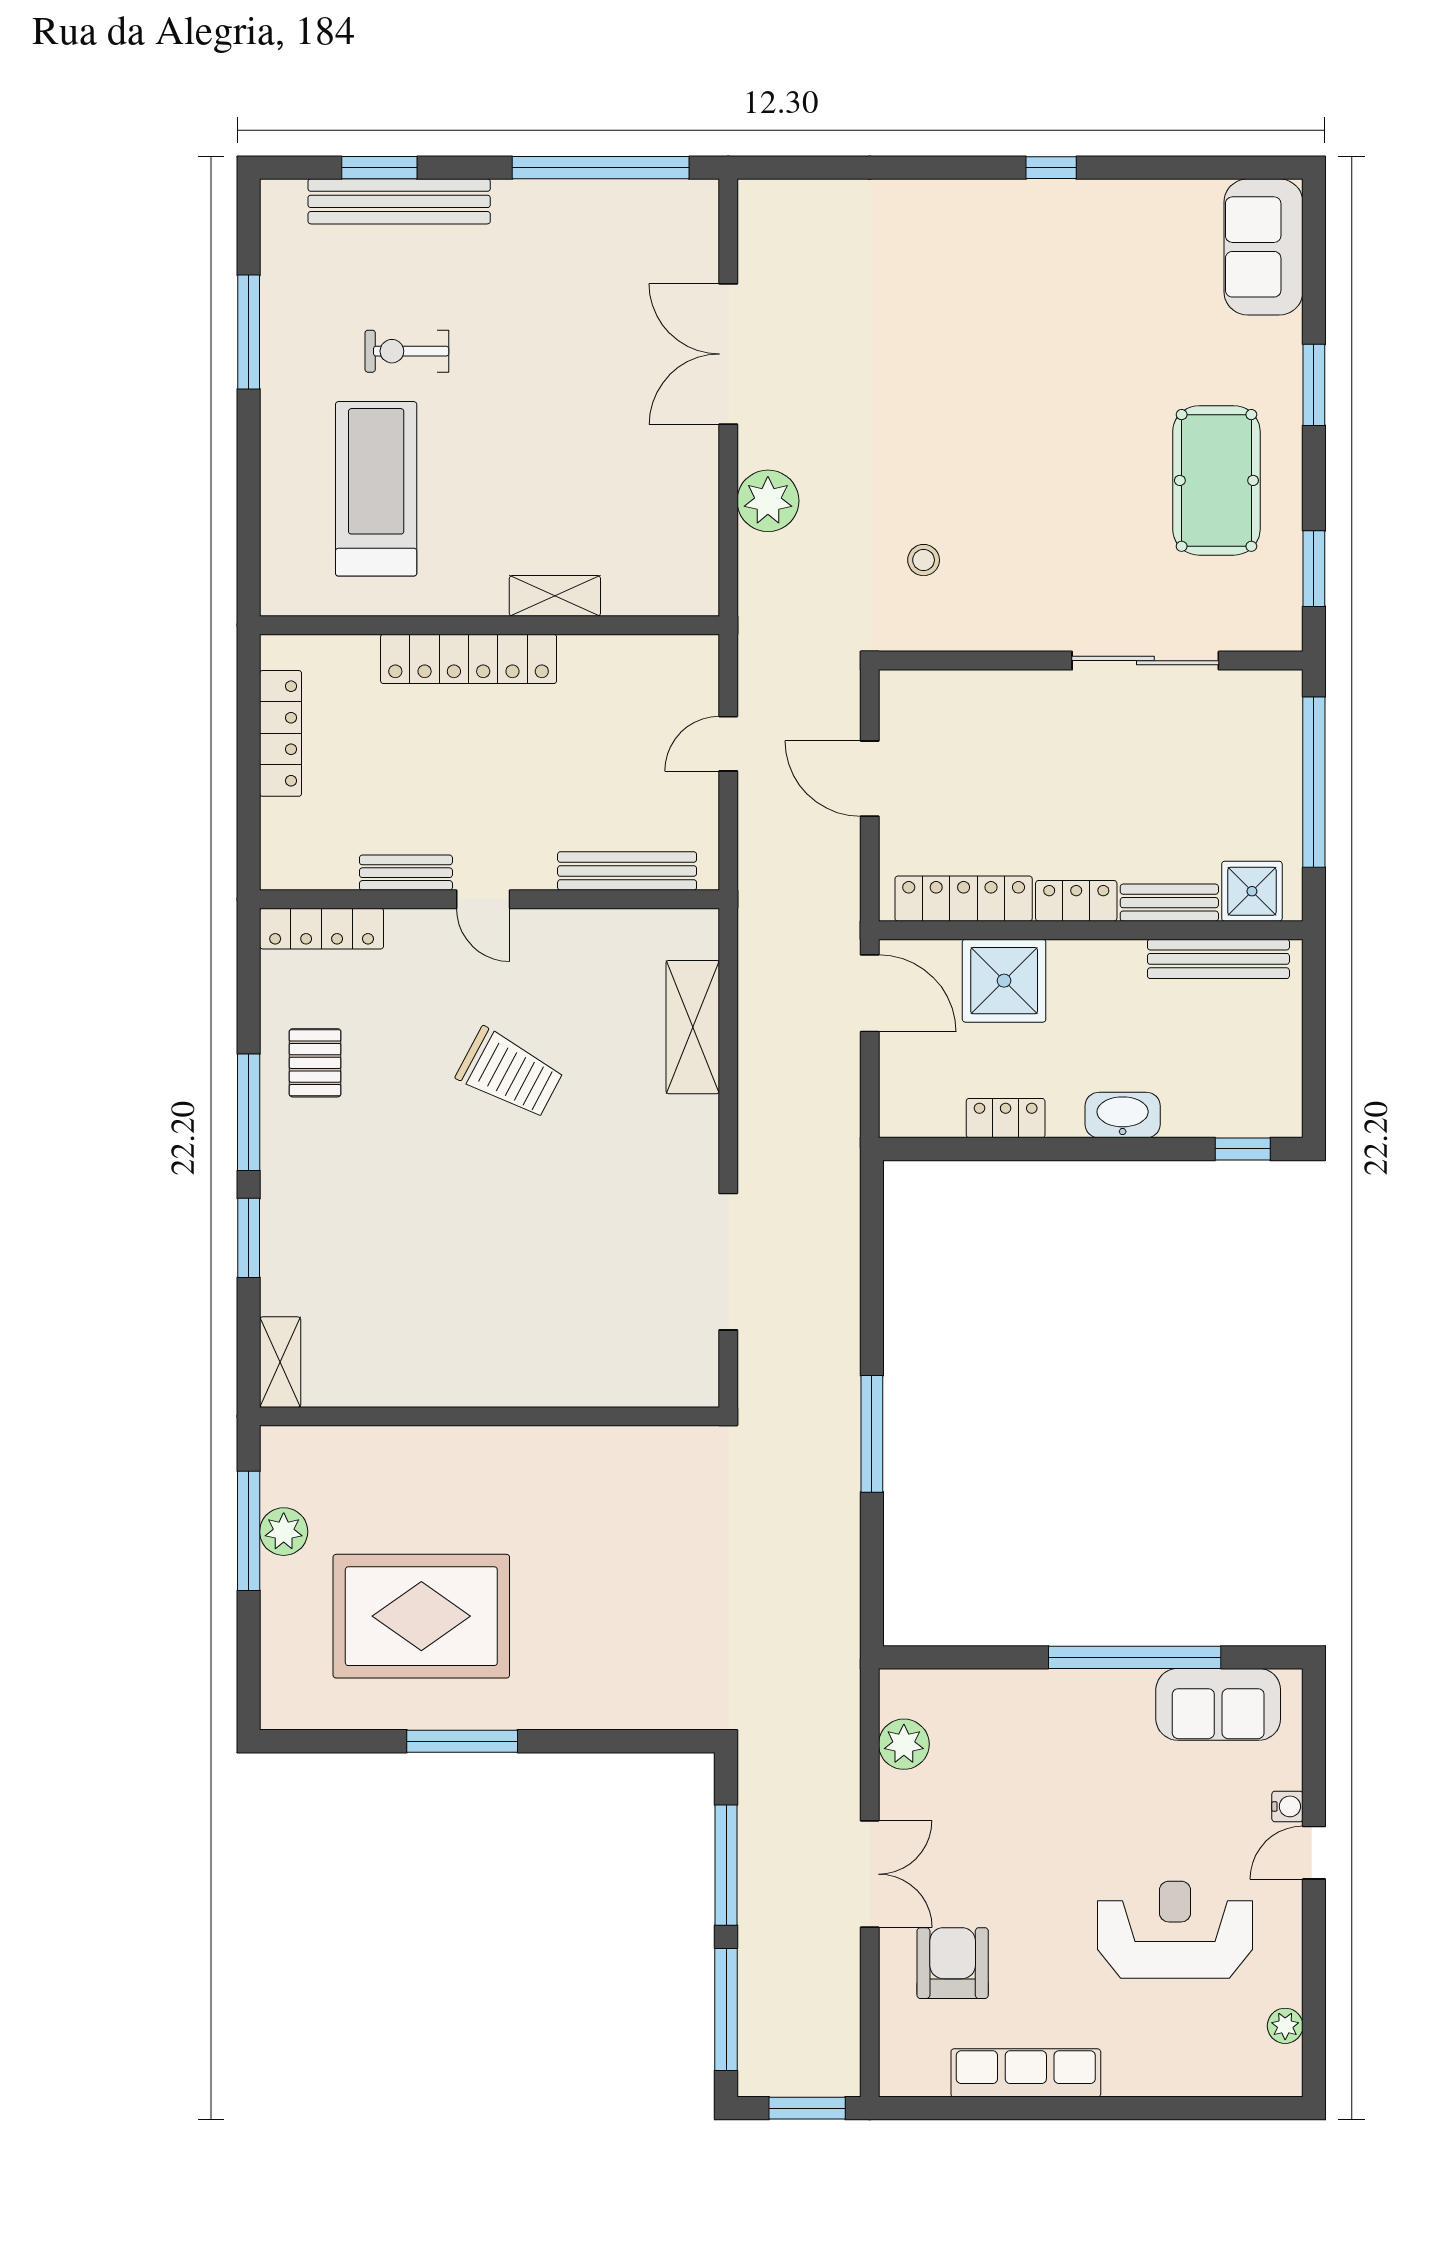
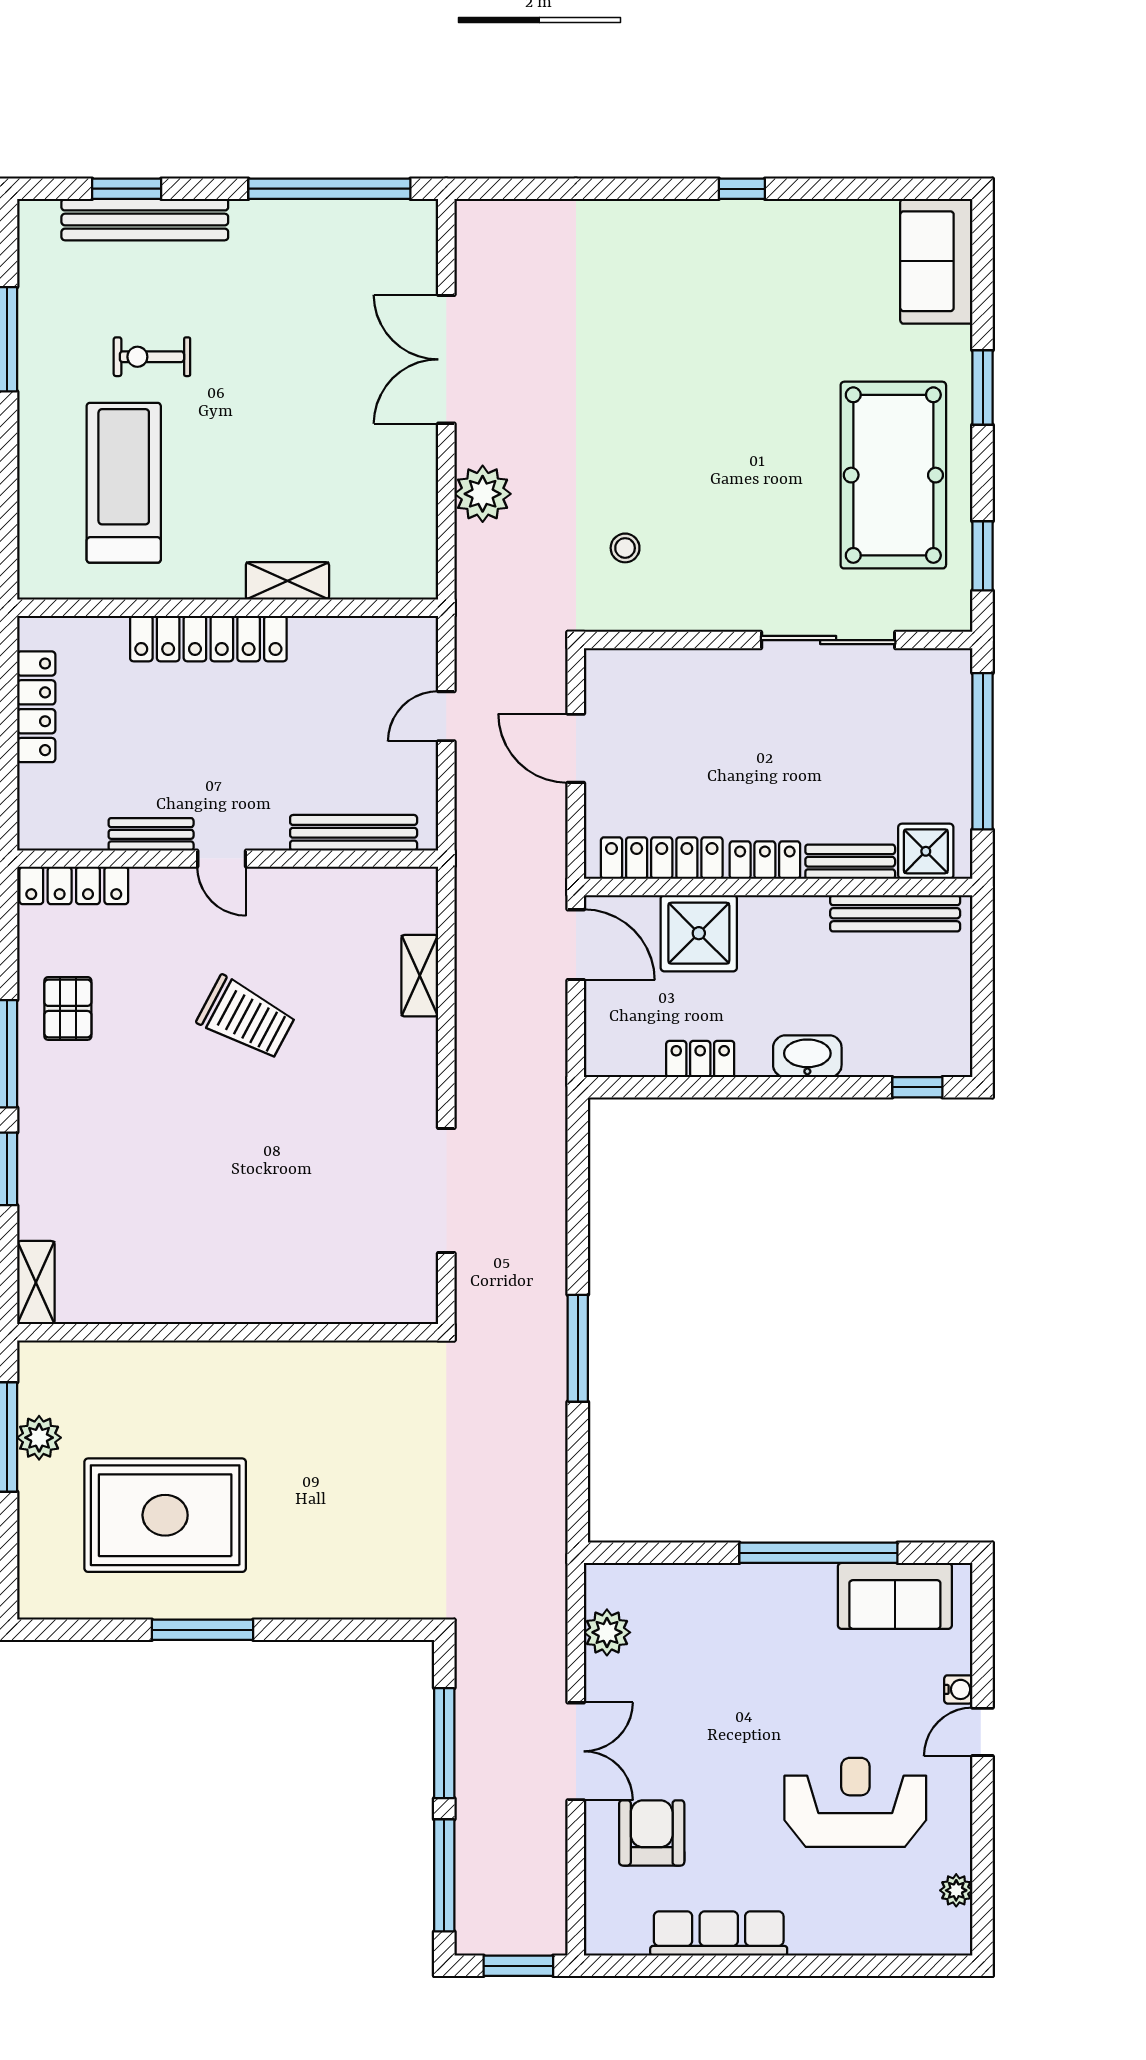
pool table: (1216, 480) -> (893, 475), width x1.36, depth x1.32
shelving: (693, 1027) -> (420, 976), width x0.67, depth x0.75

